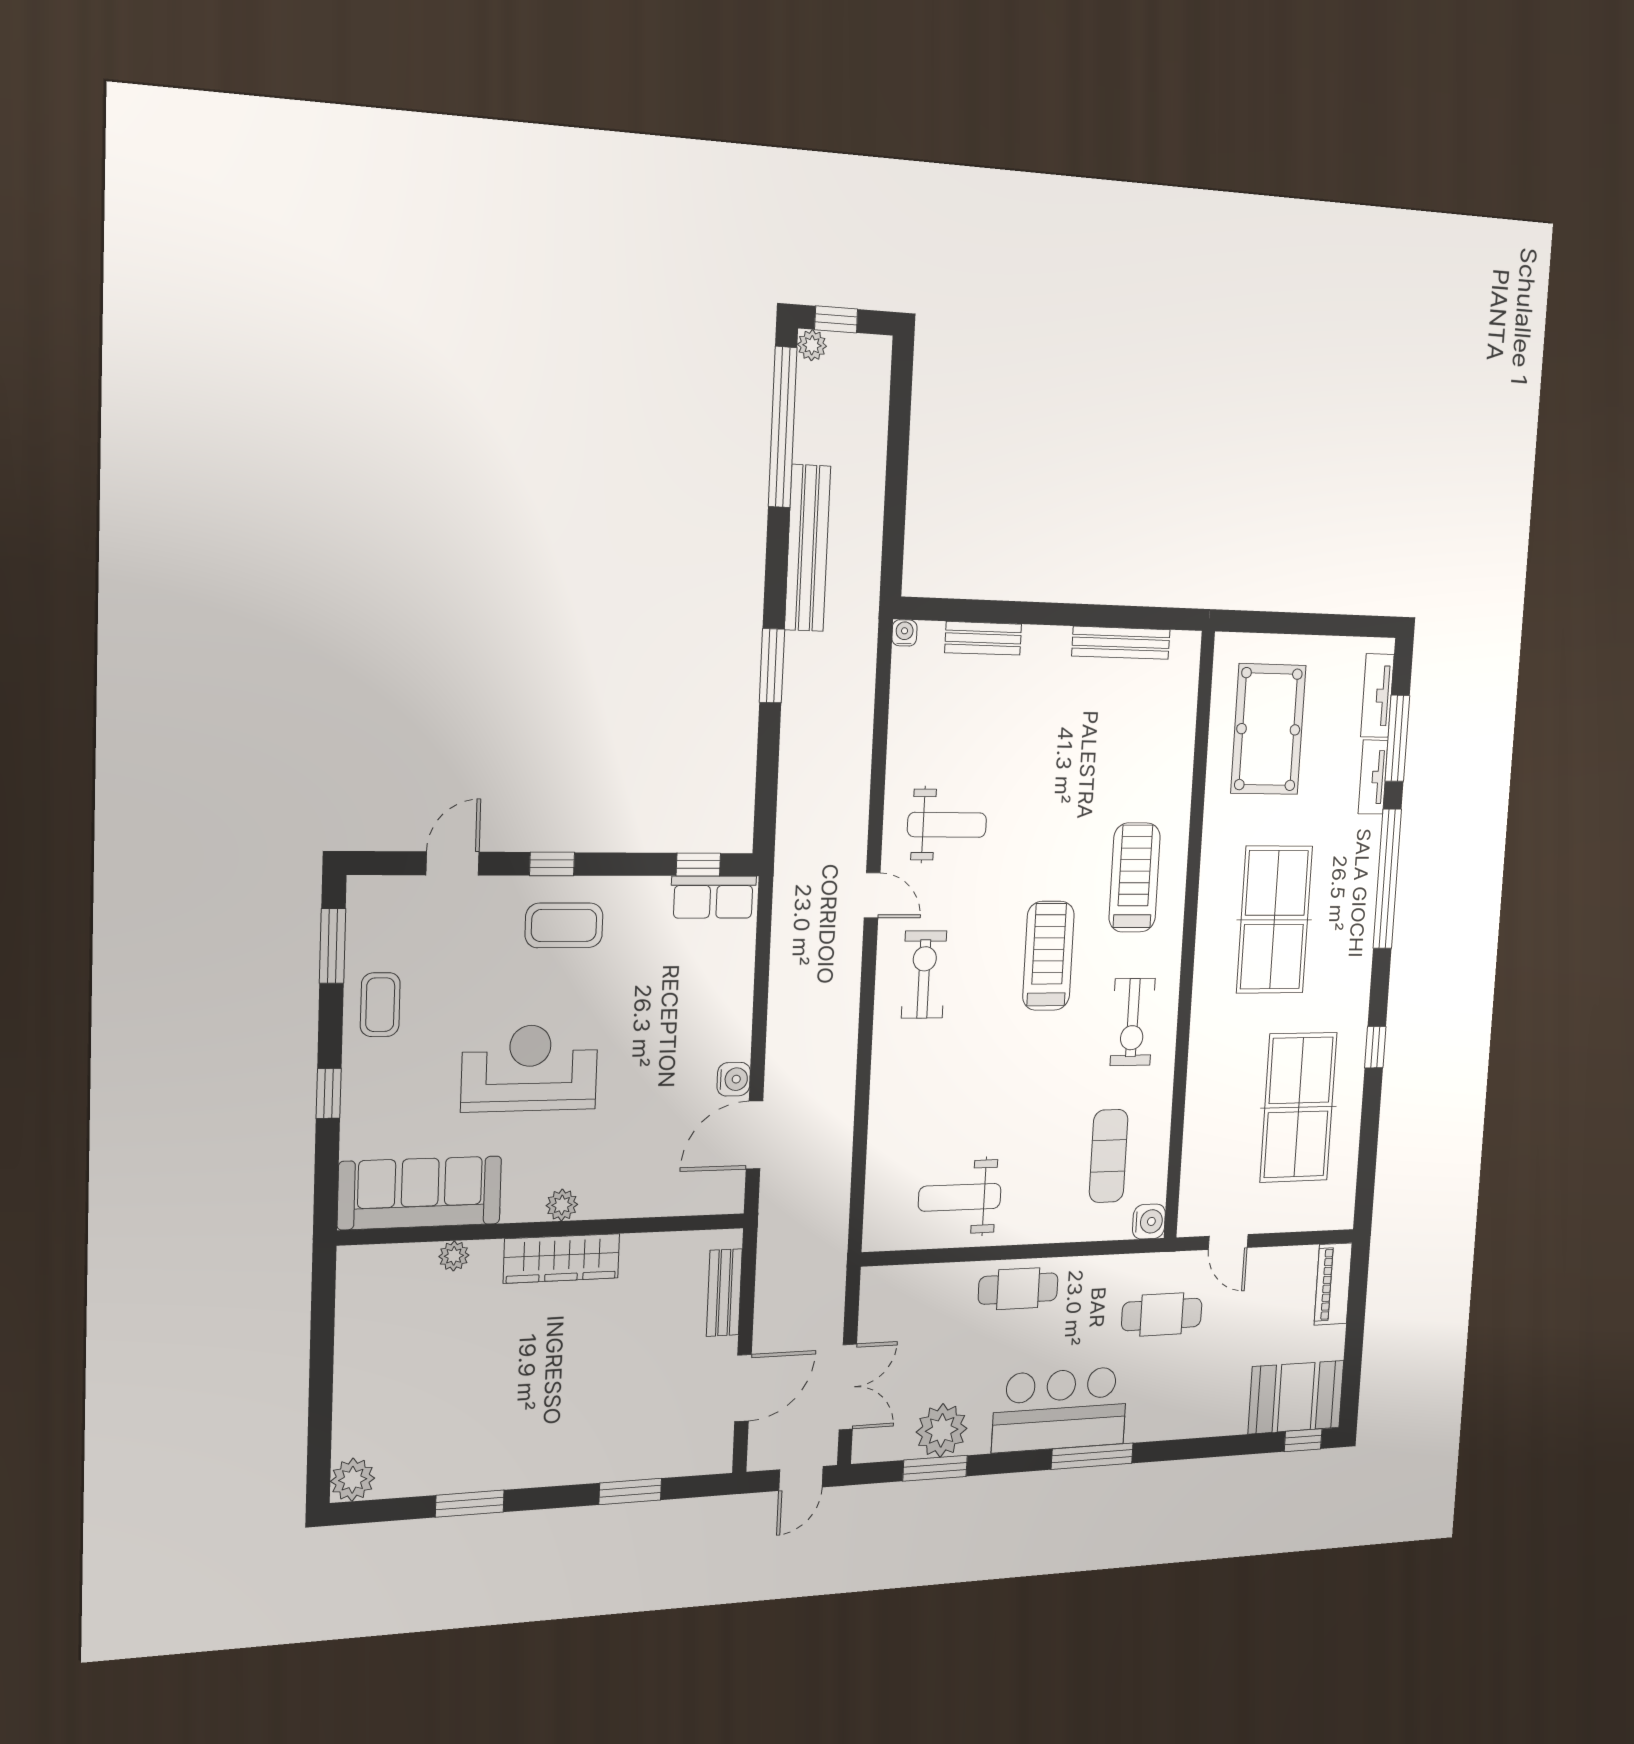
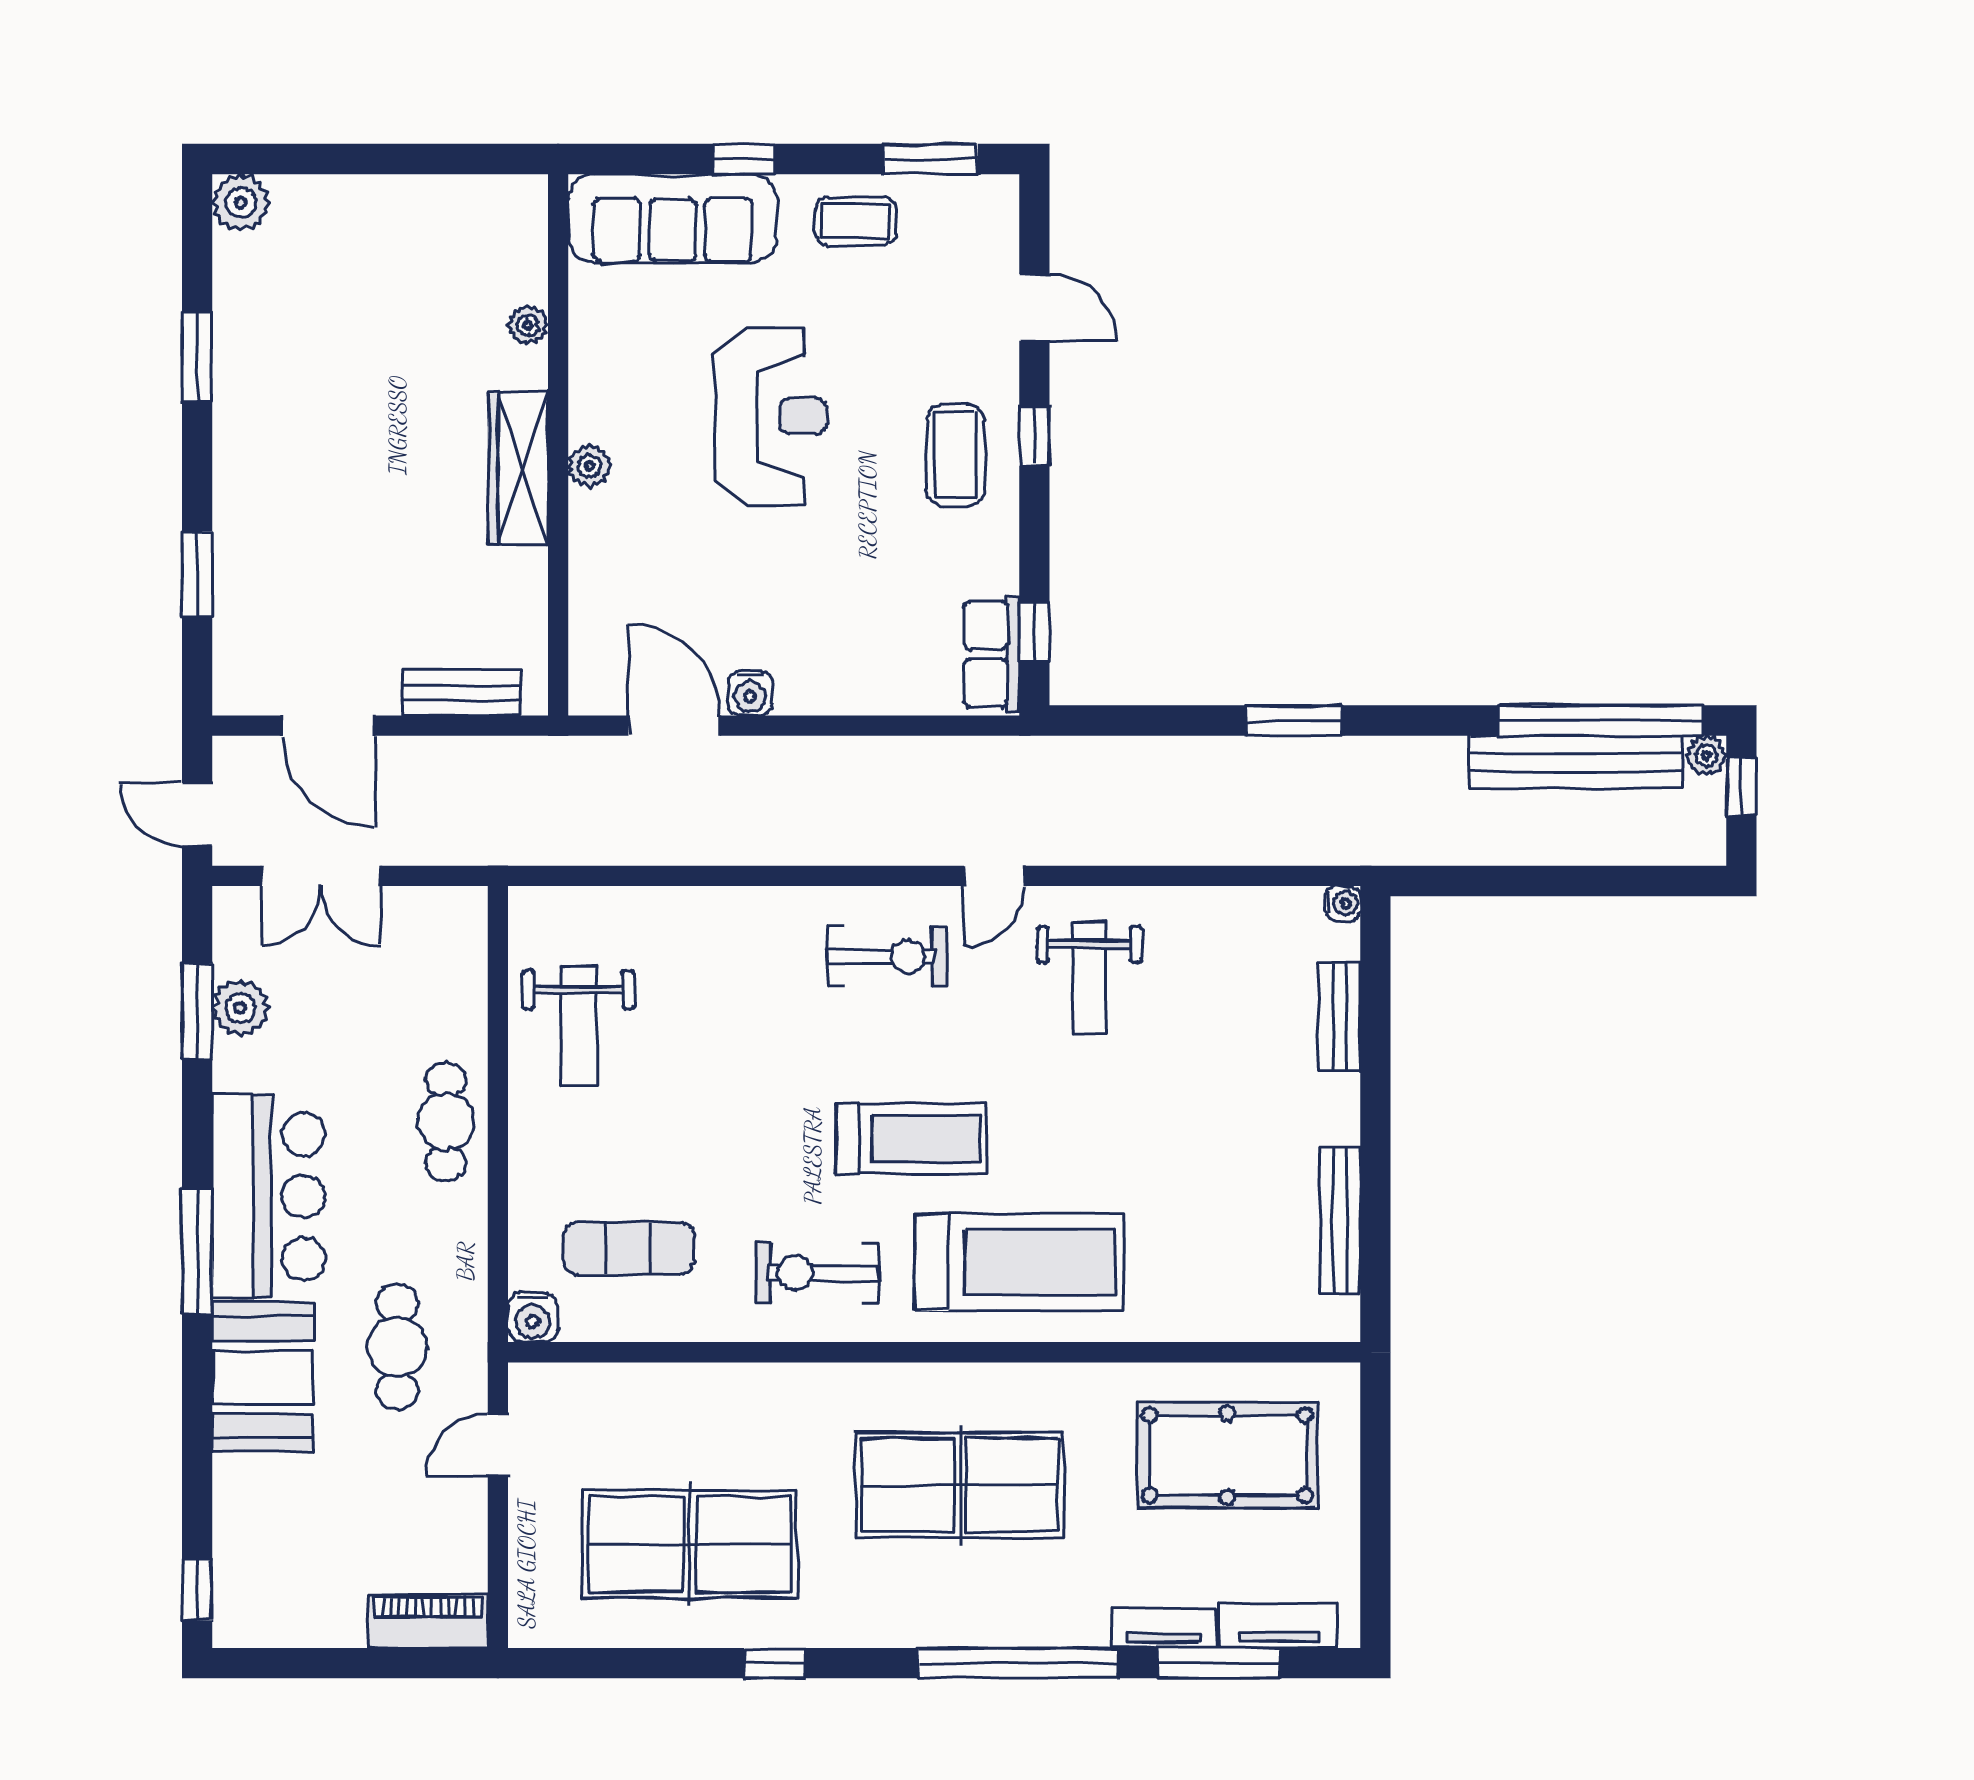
bench: (807, 548) -> (1576, 762), moved
treadmill: (1135, 878) -> (1019, 1262), width x1.37, depth x1.38
sofa: (420, 1193) -> (673, 218), moved, turned 90
weight bench: (960, 1197) -> (578, 1026), turned 180
booth: (1296, 1397) -> (262, 1377), moved
plant: (942, 1430) -> (240, 1008), width x0.73, depth x0.73

